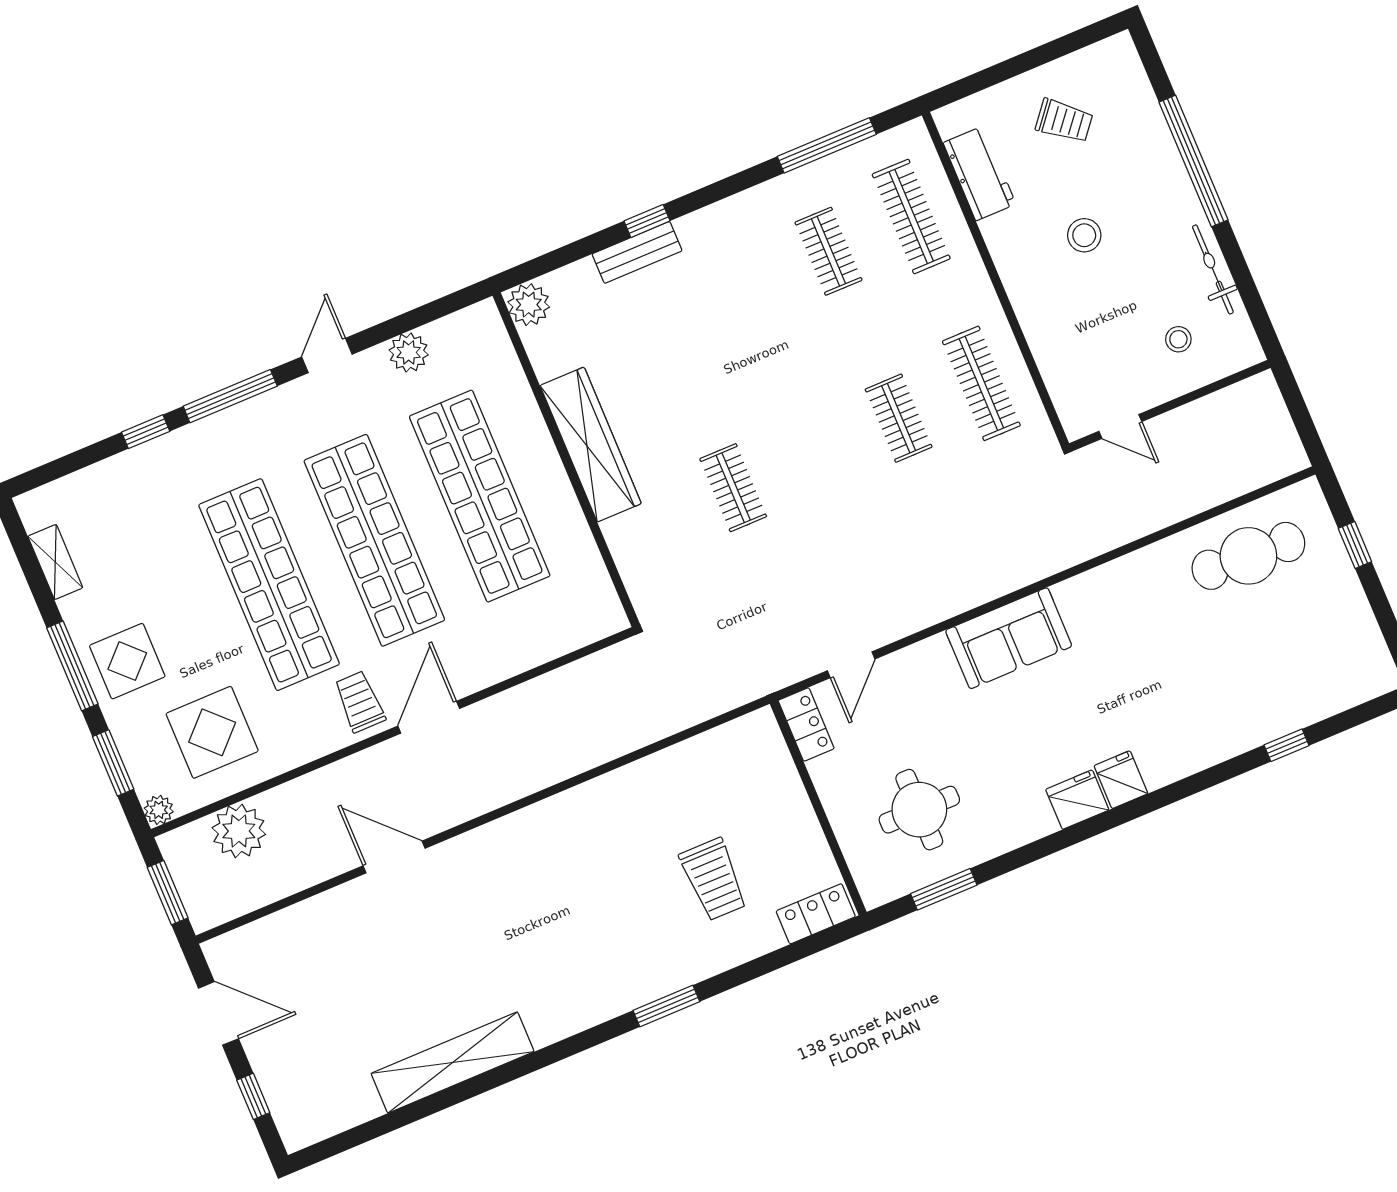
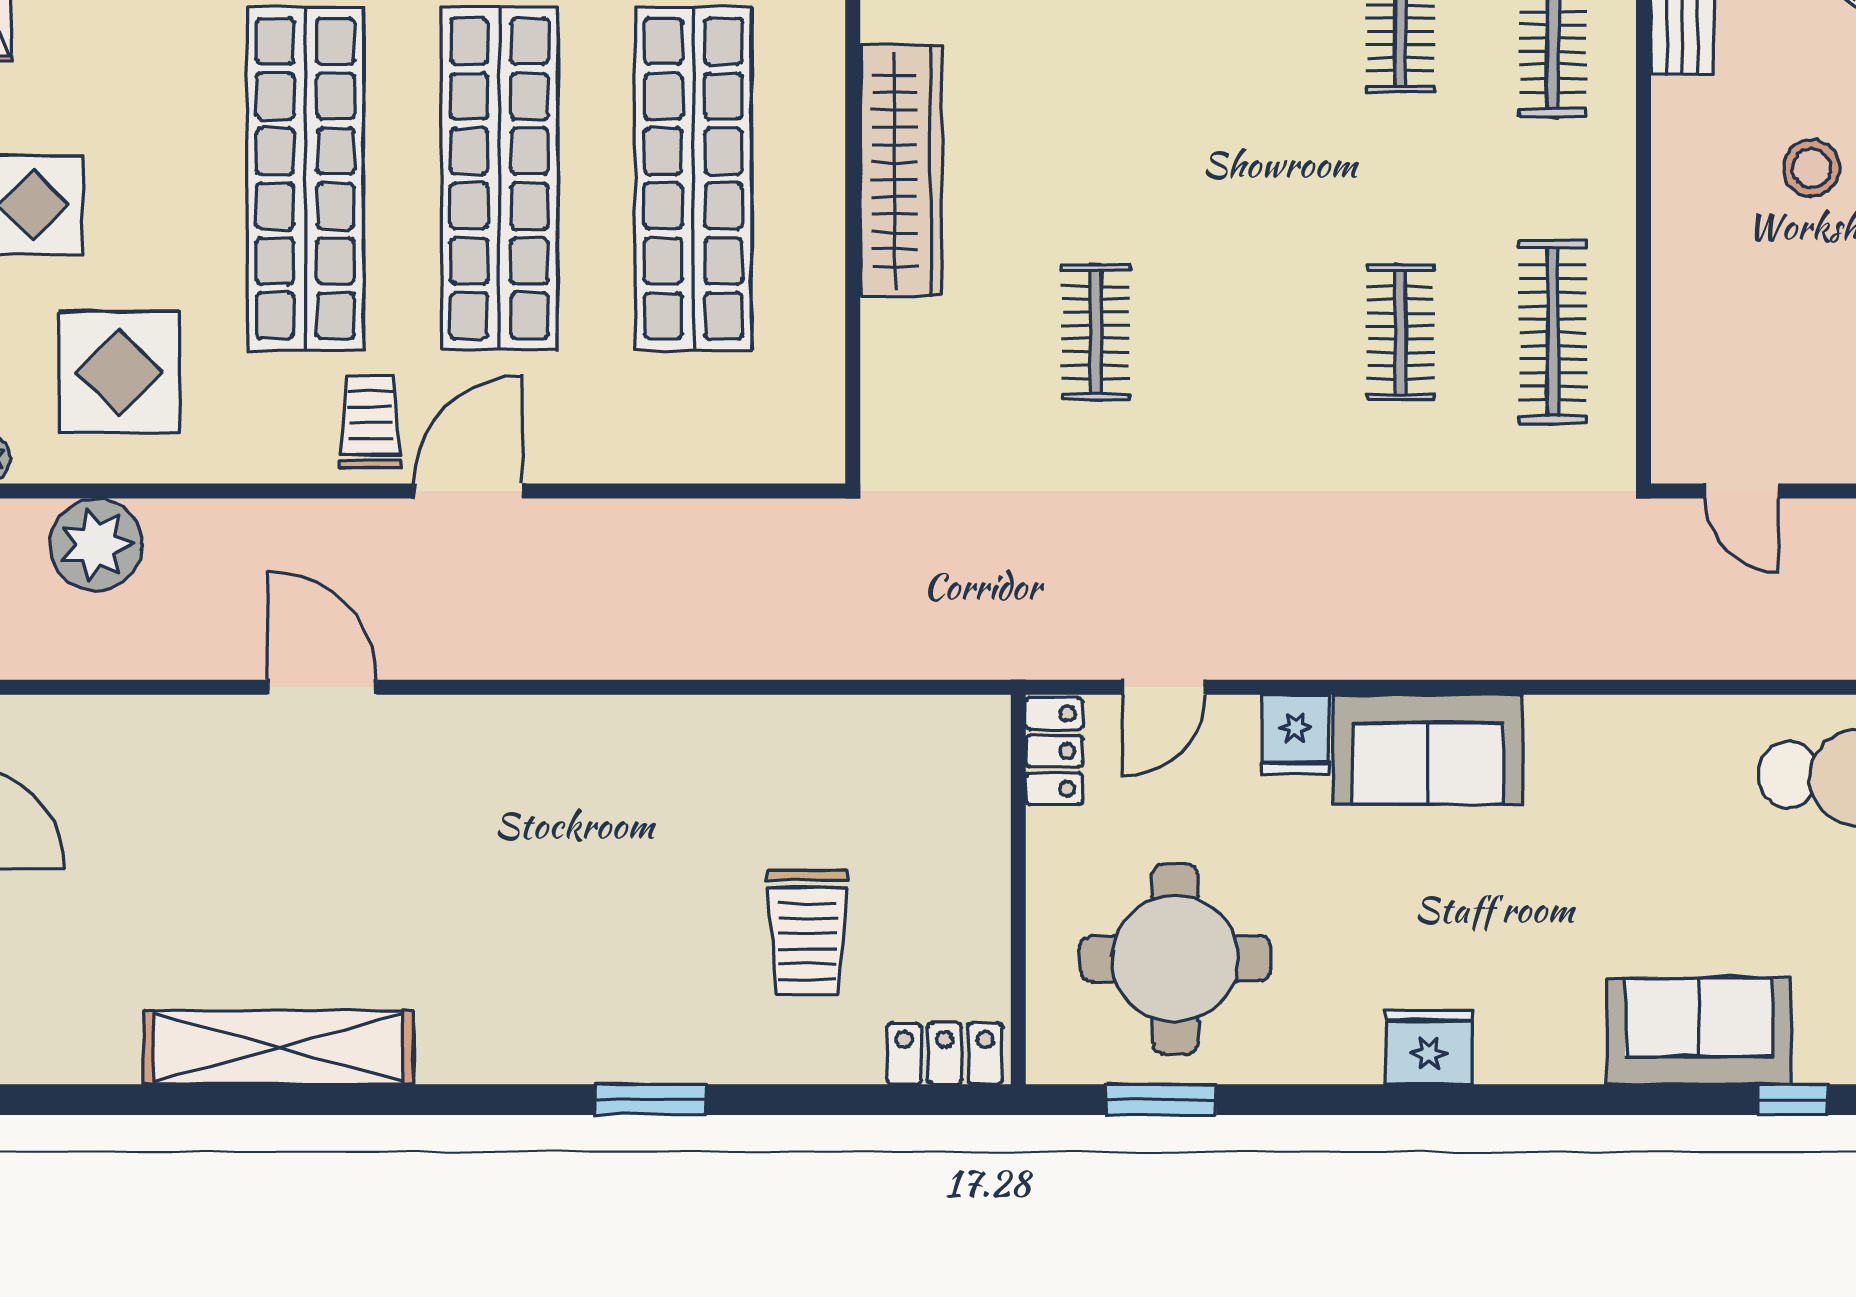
sofa: (1220, 729) -> (1699, 1031), added
fridge: (1121, 780) -> (1295, 734), moved, turned 180
round table: (919, 810) -> (1175, 959), width x1.36, depth x1.36

